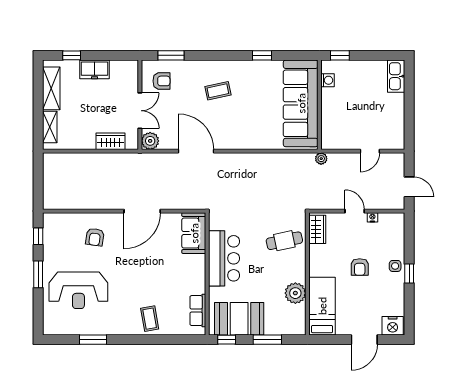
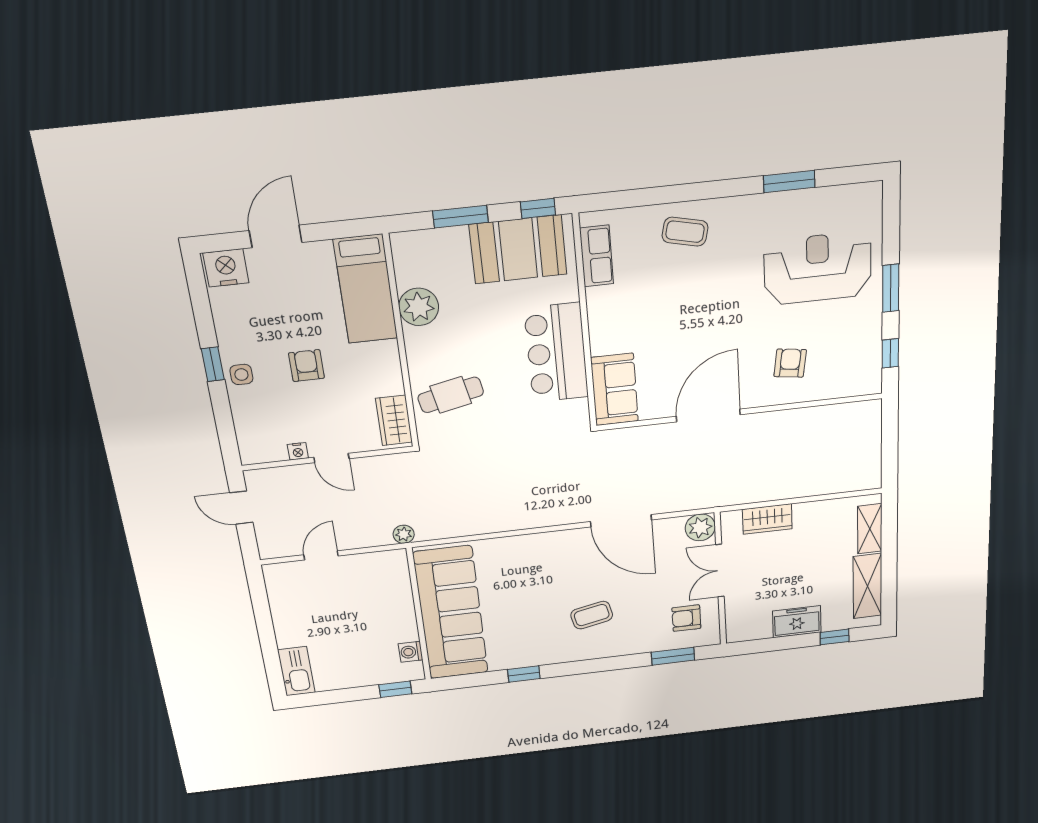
coffee table: (150, 319) -> (685, 232), turned -67

